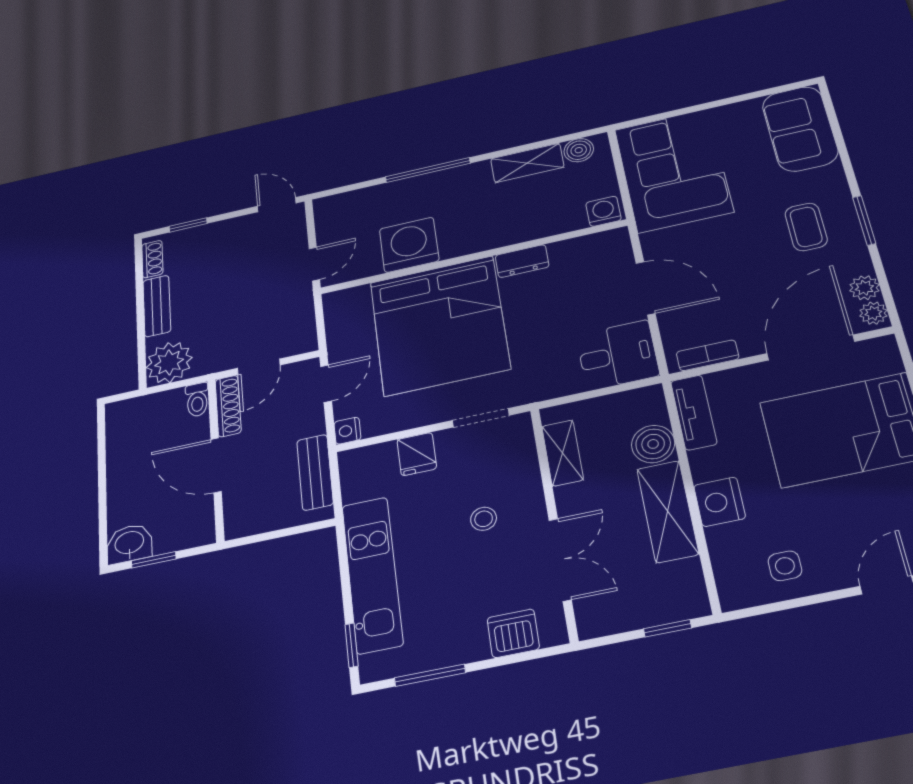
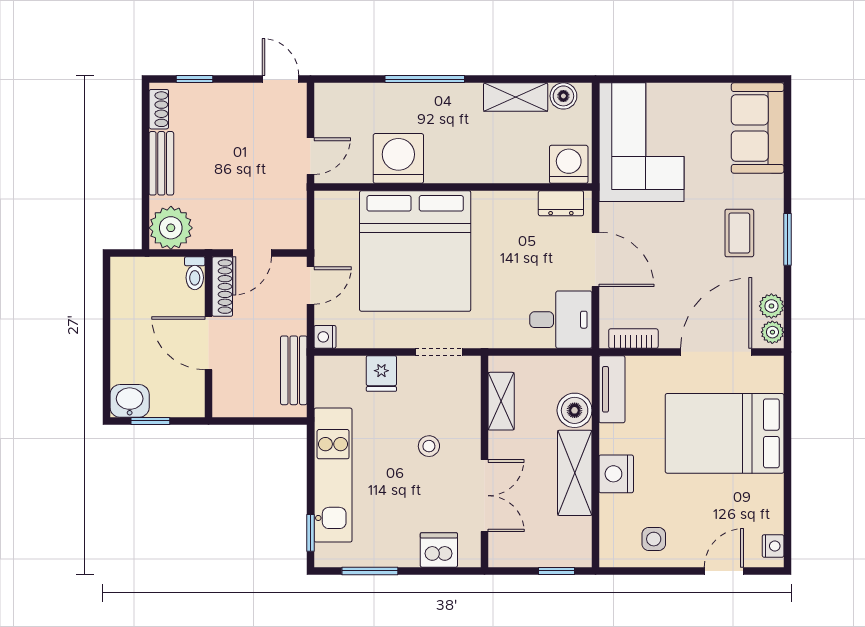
washing machine: (603, 211) -> (569, 164), width x1.38, depth x1.38
dresser: (522, 261) -> (561, 203), moved

